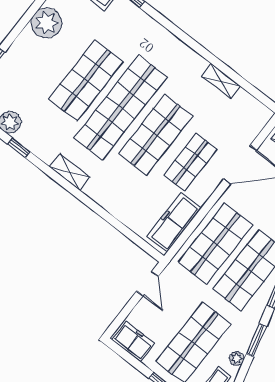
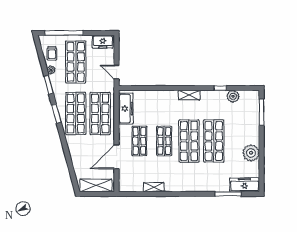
shop shelf: (121, 108) -> (189, 141), width x0.71
shop shelf: (156, 135) -> (164, 141), width x0.70, depth x0.74

